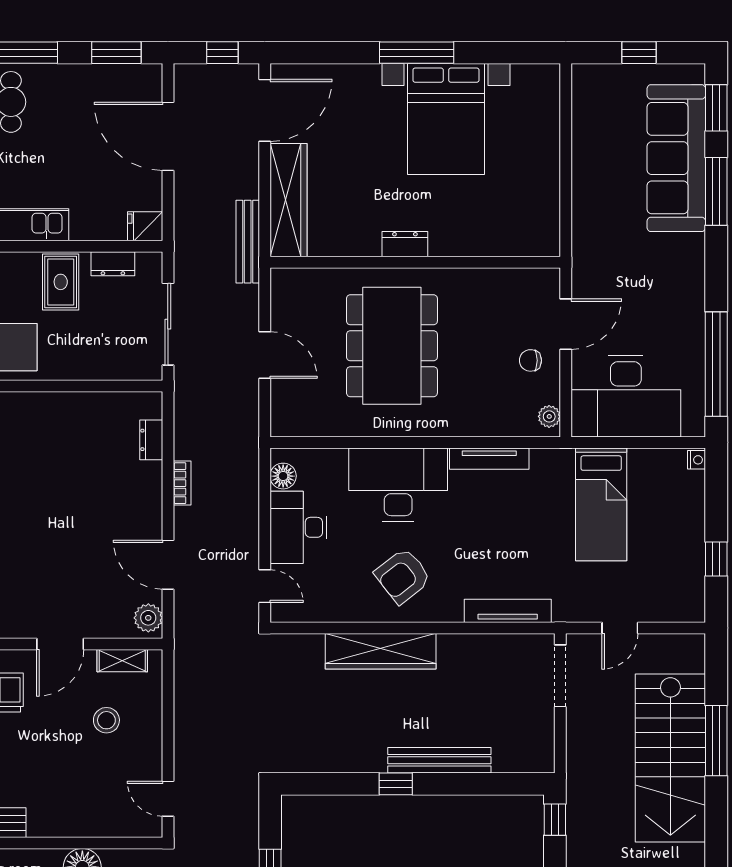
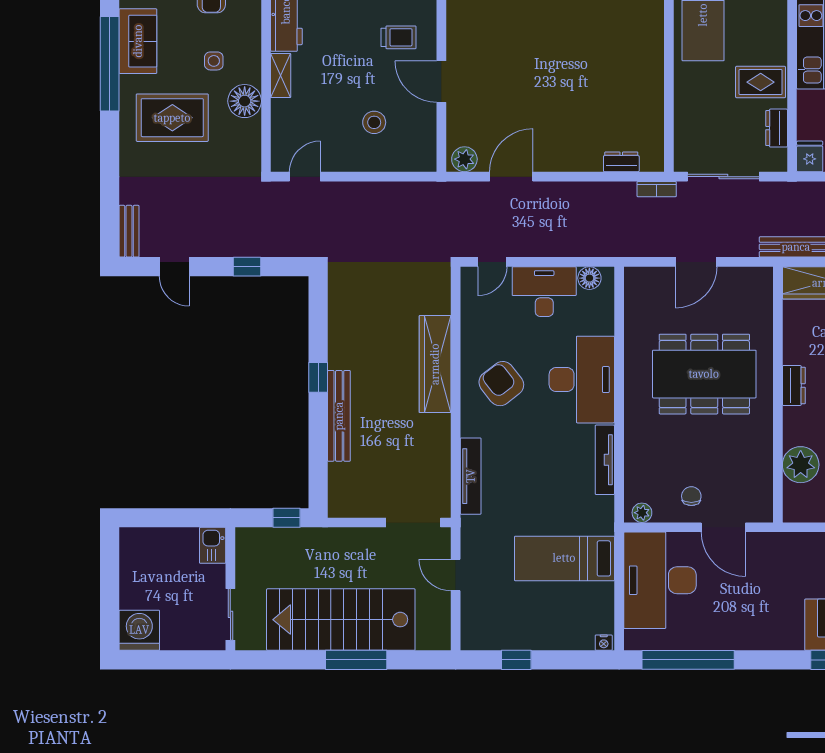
plant: (495, 236) -> (801, 465), added
bookcase: (182, 483) -> (657, 189), moved
shelving: (122, 661) -> (281, 75), moved

